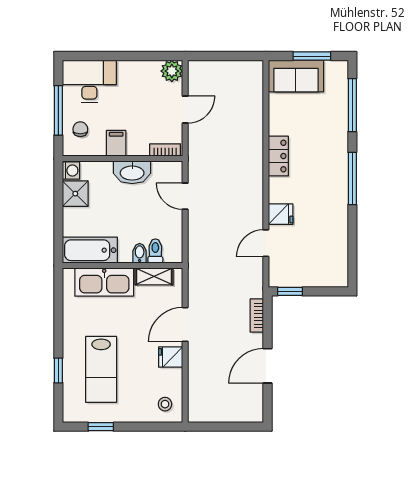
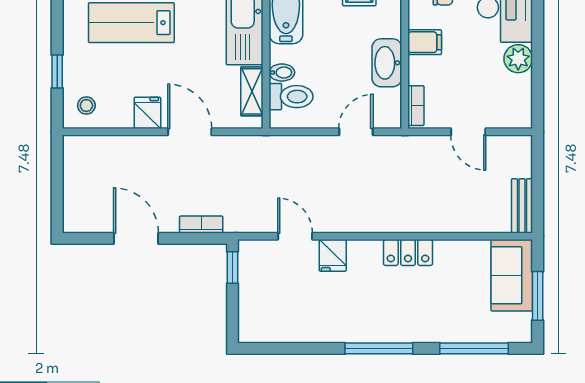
bench: (242, 68) -> (522, 206), added
plant: (172, 71) -> (518, 59), moved
toilet: (155, 251) -> (291, 97), width x1.37, depth x1.39
window: (101, 427) -> (57, 71), moved

